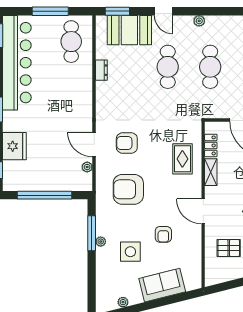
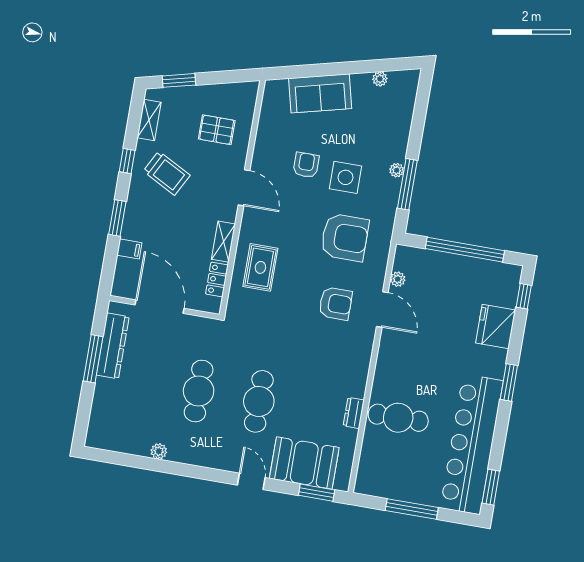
plant: (199, 21) -> (159, 451), moved
cafe table: (71, 42) -> (398, 418), moved, turned 90
side table: (130, 252) -> (345, 177), moved

